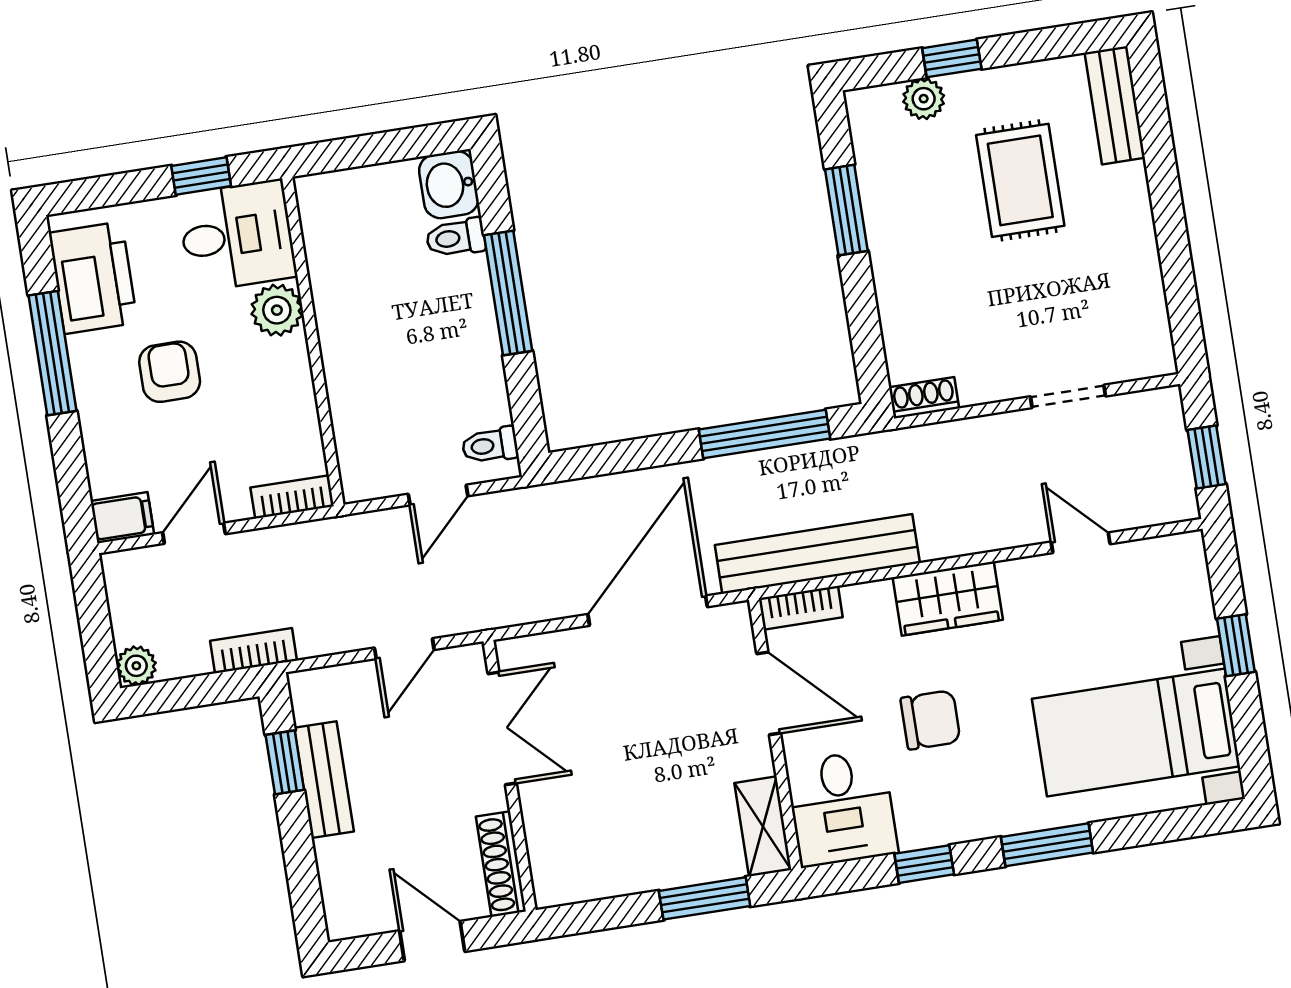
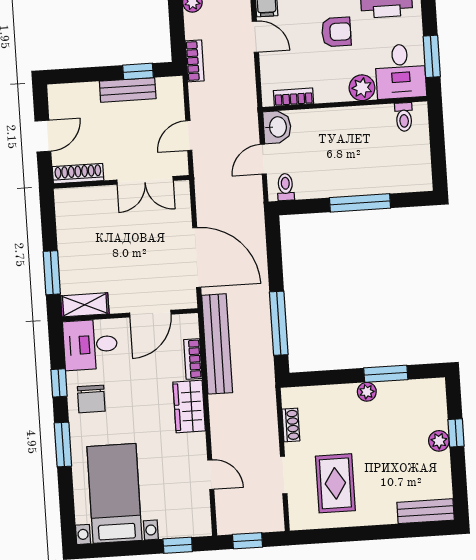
plant: (924, 99) -> (439, 441), moved
window: (201, 176) -> (432, 56), width x1.50
rug: (1020, 180) -> (335, 483), moved, turned 90
washbasin: (449, 185) -> (277, 127), moved, turned 90
toilet: (456, 238) -> (404, 117), moved, turned 180
plant: (886, 245) -> (367, 392), added
shoe rack: (924, 398) -> (291, 425), moved
door: (438, 495) -> (263, 159), hinge flipped
bookcase: (292, 497) -> (294, 97), moved, turned -90
door: (1081, 543) -> (211, 475), hinge flipped
bookcase: (801, 608) -> (193, 359), moved
window: (1236, 645) -> (178, 545), moved
door: (404, 649) -> (189, 135), hinge flipped
chair: (930, 720) -> (91, 399), moved

